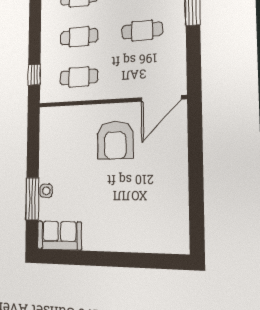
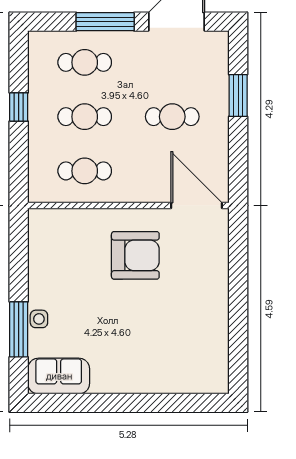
window: (34, 75) -> (19, 107), moved
door: (161, 98) -> (196, 205), swing flipped
armchair: (115, 140) -> (135, 255), turned -90

